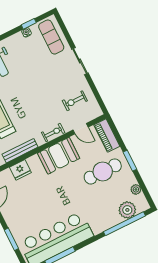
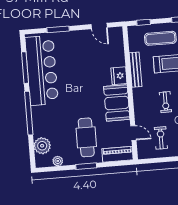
door: (81, 129) -> (133, 133), swing flipped
exercise bike: (53, 133) -> (165, 102), moved
fridge: (20, 170) -> (119, 76), moved
window: (124, 224) -> (29, 113), moved

